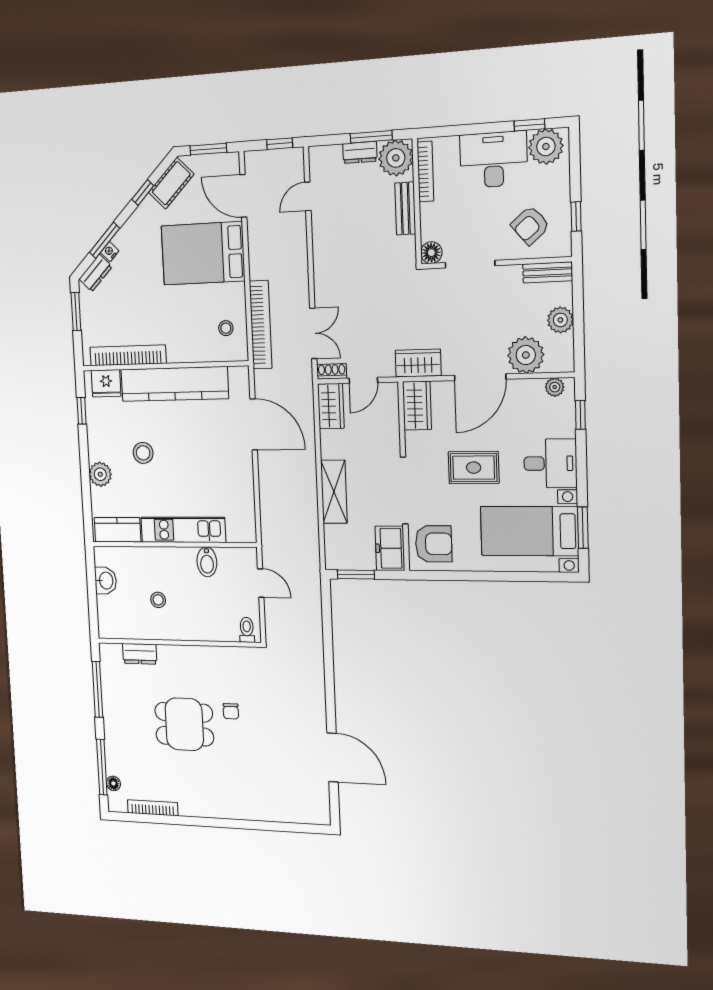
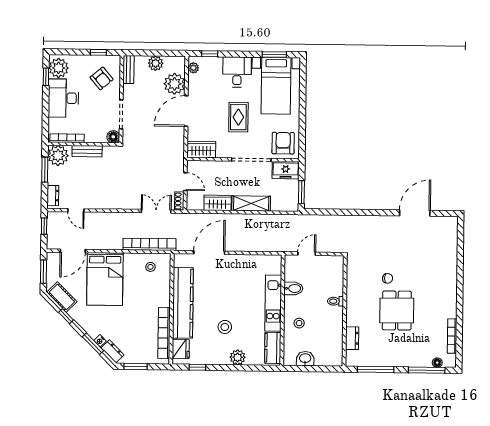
dresser: (360, 152) -> (53, 196), moved
wardrobe: (418, 363) -> (176, 148), removed
door: (480, 377) -> (186, 111), swing flipped
wardrobe: (331, 406) -> (218, 203), moved
stool: (158, 600) -> (299, 323), moved
toilet: (247, 630) -> (335, 301), moved

